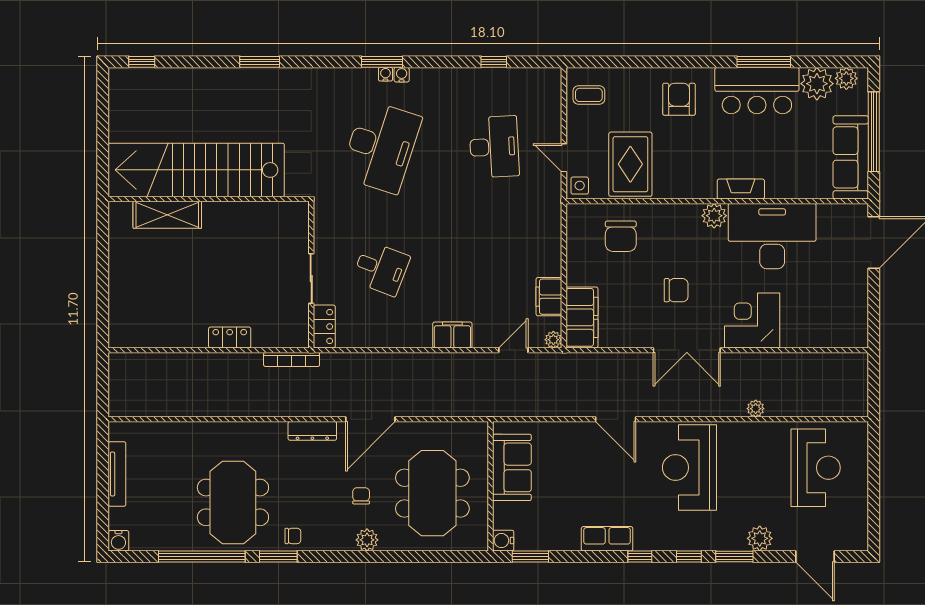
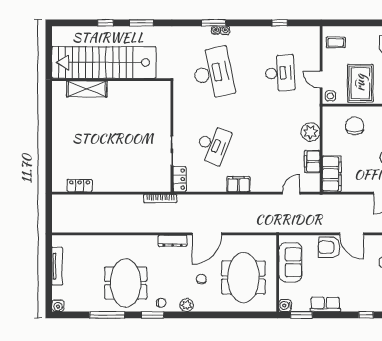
window: (142, 62) -> (105, 23), moved
desk: (381, 147) -> (213, 73), turned -30
stairs: (196, 170) -> (104, 62), moved
wall: (209, 199) -> (111, 80), moved
shelving: (167, 215) -> (87, 89), moved
chair: (621, 236) -> (355, 126), turned 180
desk: (381, 269) -> (213, 145), width x1.37
filing cabinet: (452, 335) -> (238, 184), moved
locker: (230, 337) -> (80, 186), moved
plant: (553, 340) -> (310, 132), moved, width x1.88, depth x1.88
armchair: (577, 442) -> (329, 247), added
row of seats: (607, 539) -> (325, 304), moved
plant: (367, 540) -> (187, 305), moved
window: (202, 556) -> (107, 315), width x0.68

